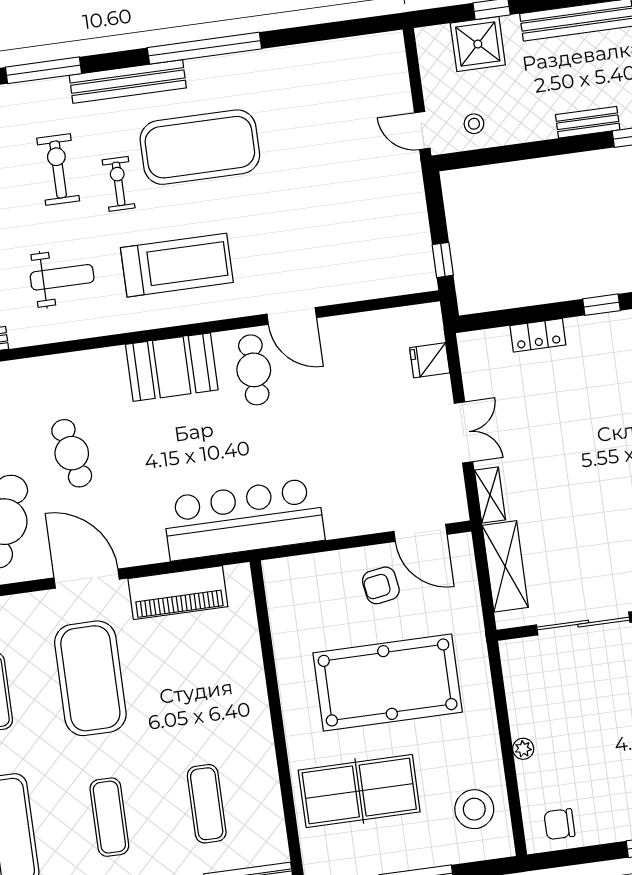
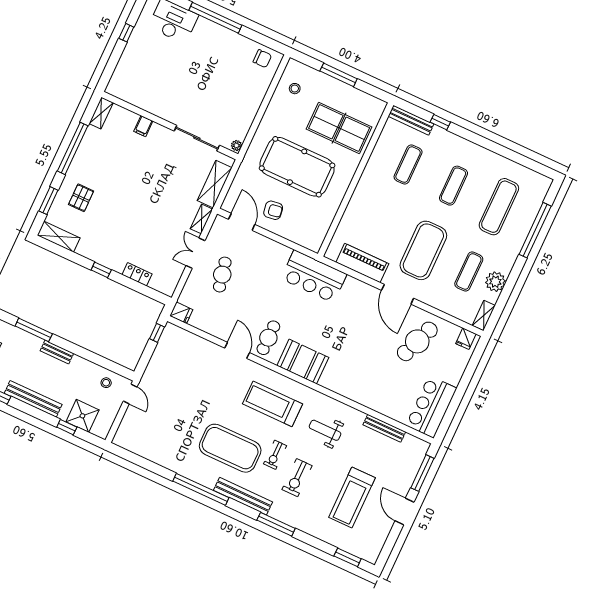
fridge: (430, 360) -> (181, 313), moved
cafe table: (72, 453) -> (222, 275), moved
bar counter: (244, 519) -> (314, 276), width x0.73
plant: (523, 749) -> (236, 145), moved
stool: (474, 809) -> (295, 89), width x0.53, depth x0.53

